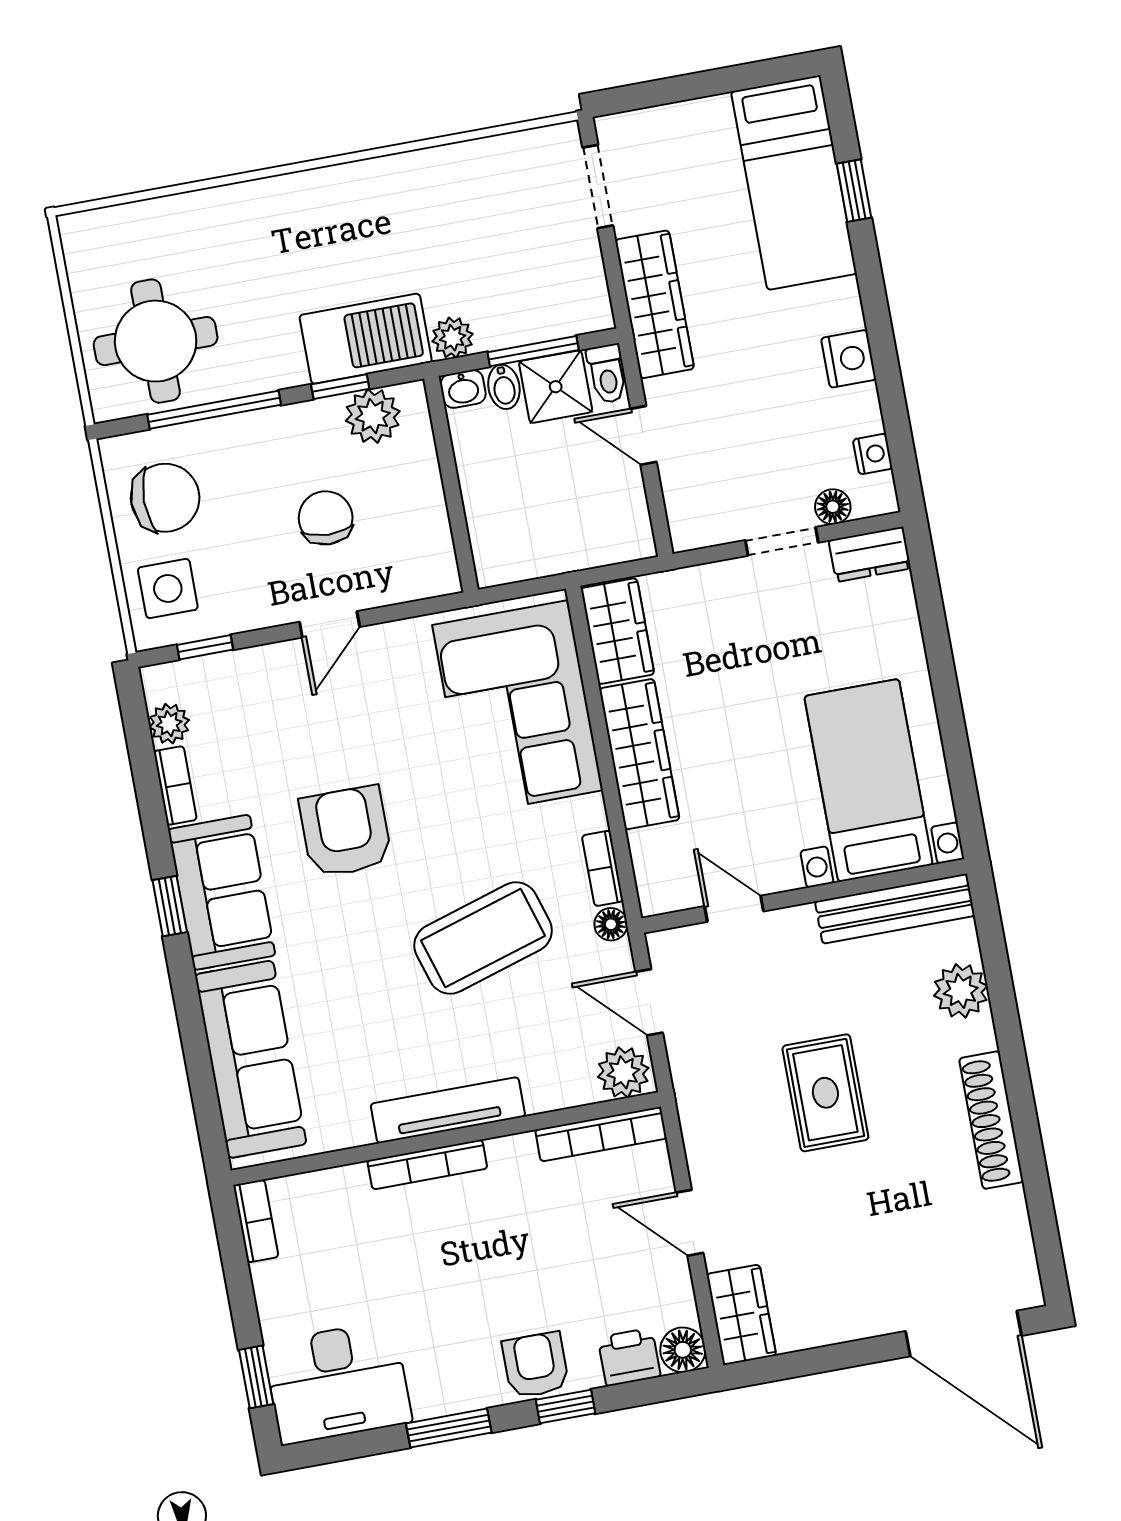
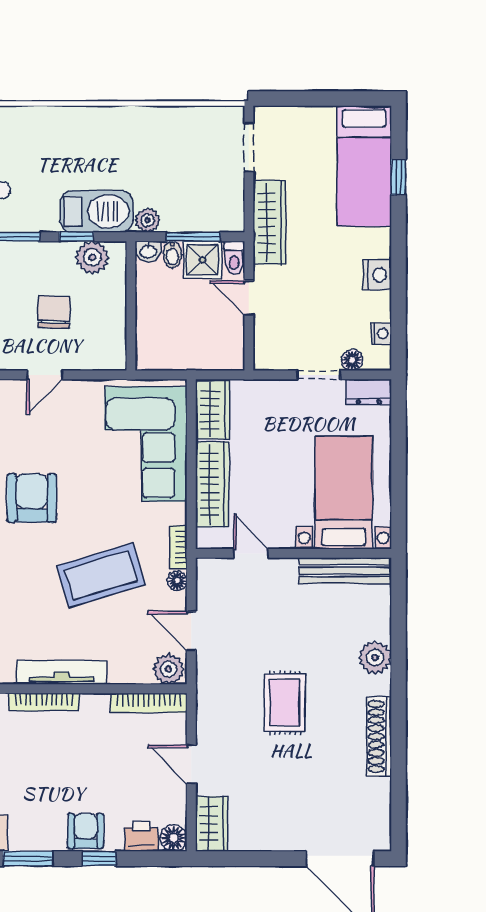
bed with nightstands: (869, 780) -> (344, 493), moved
wall: (804, 896) -> (293, 553), moved
door: (734, 909) -> (251, 553), moved
bench: (895, 909) -> (345, 571), moved

